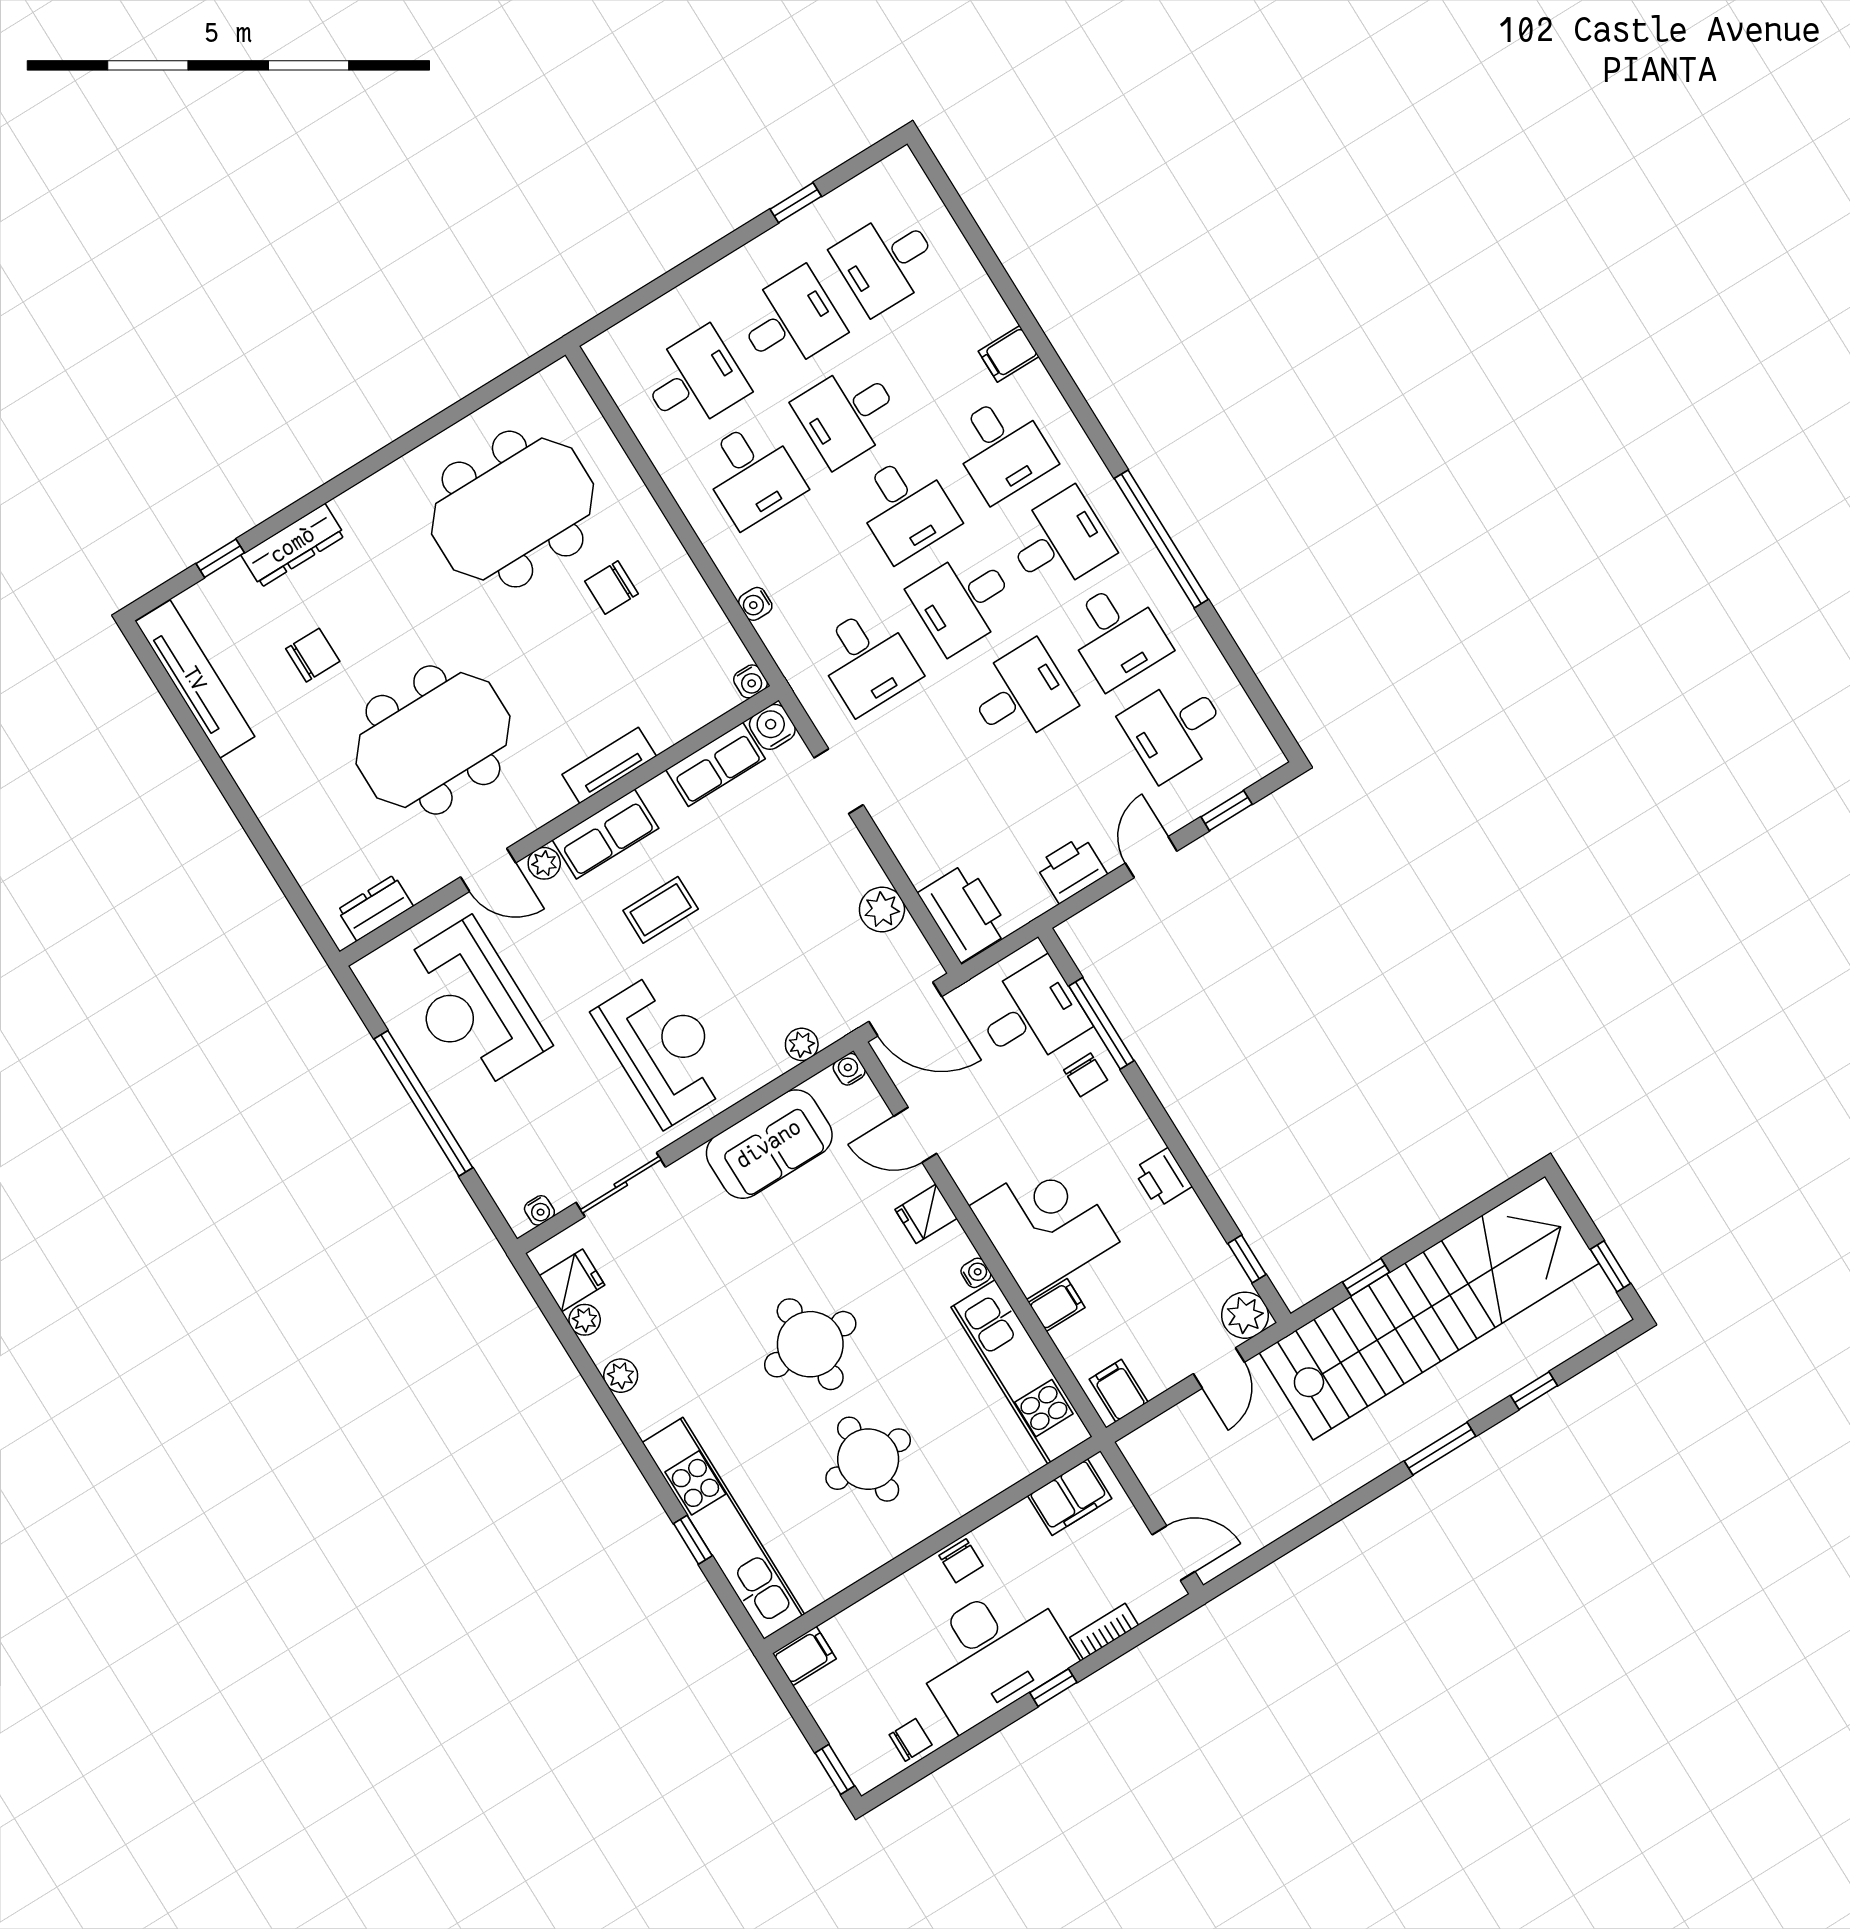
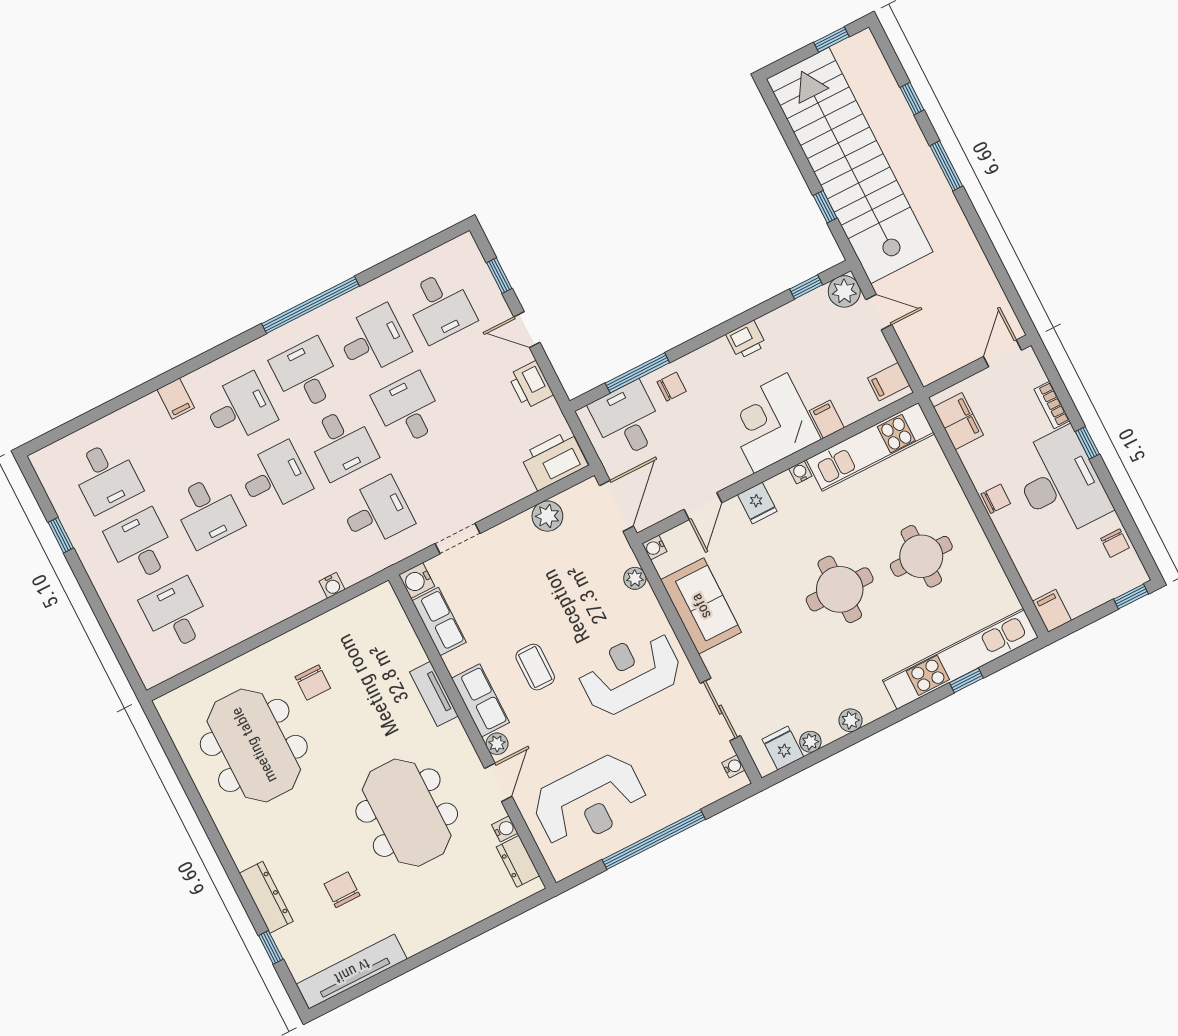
desk: (752, 473) -> (243, 580), removed
water cooler: (750, 681) -> (505, 829), moved
chair: (911, 1740) -> (1115, 543), turned 180

